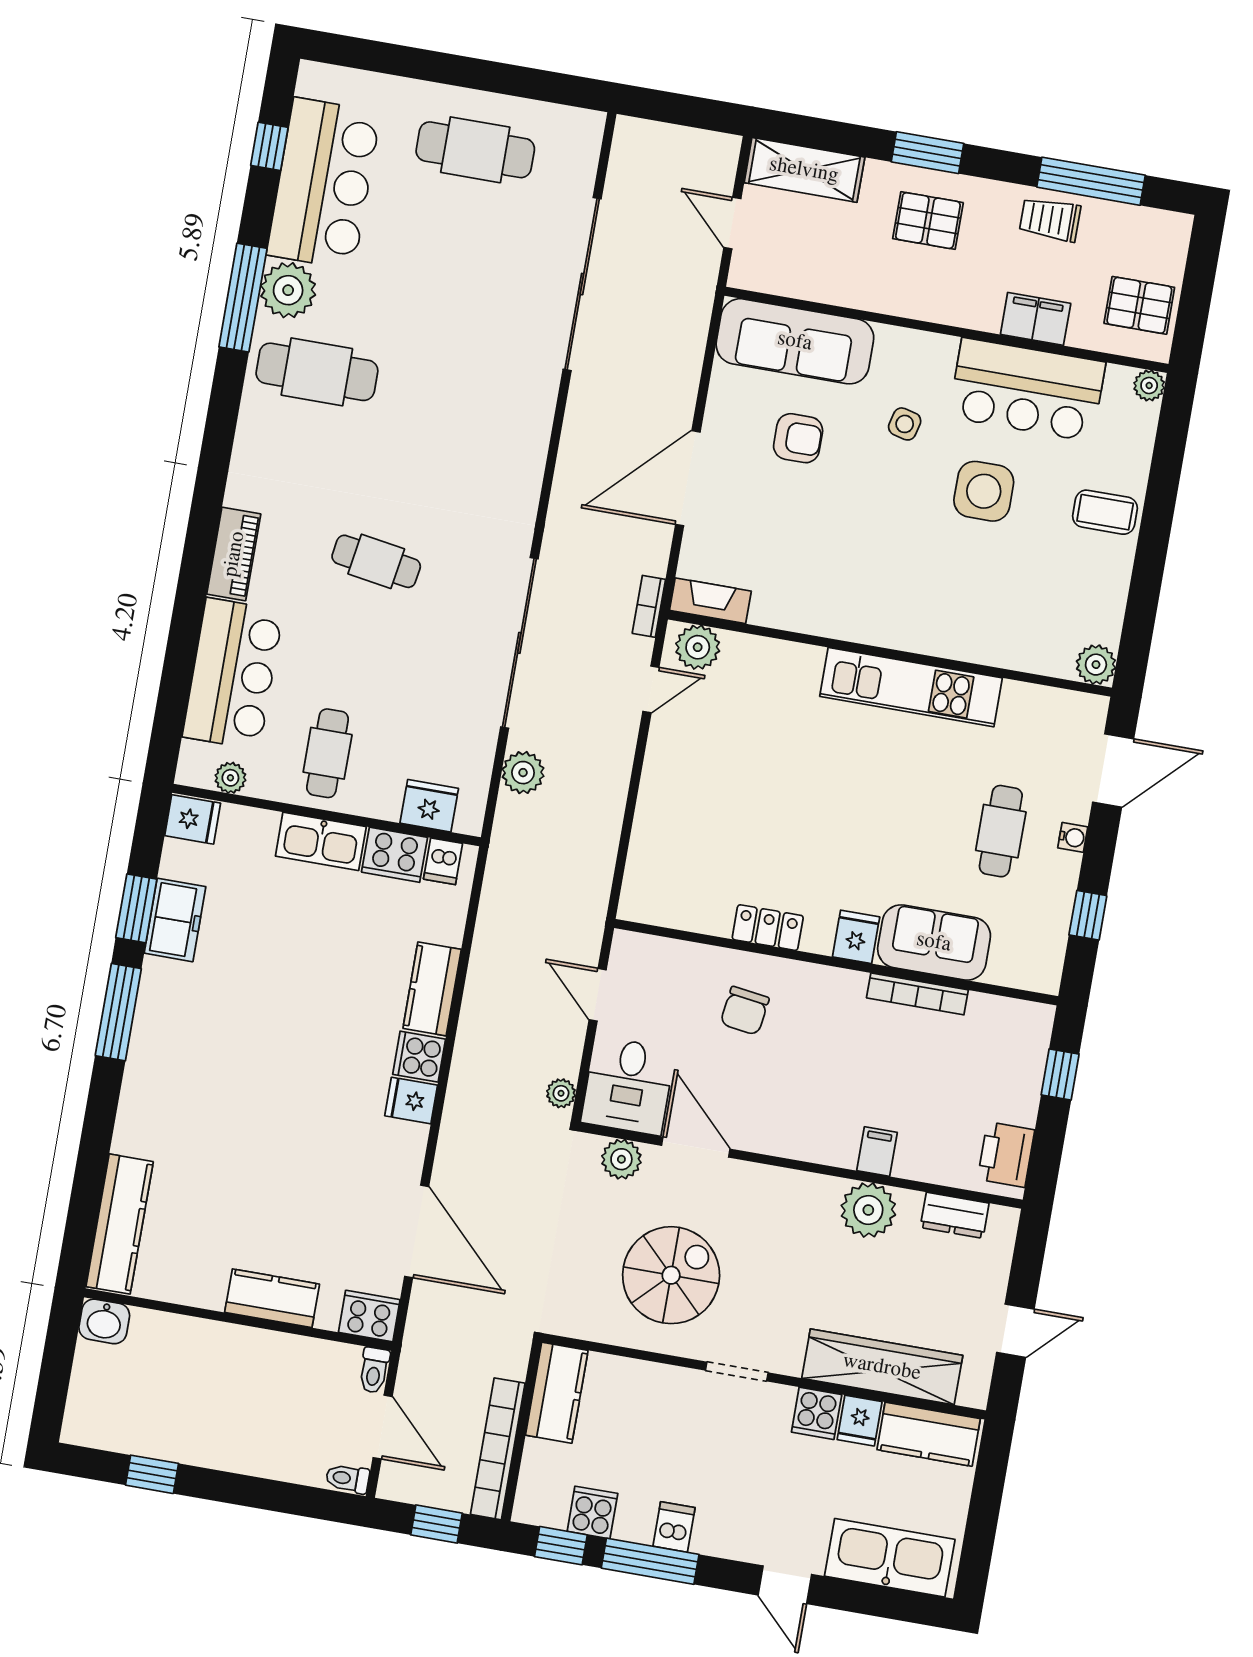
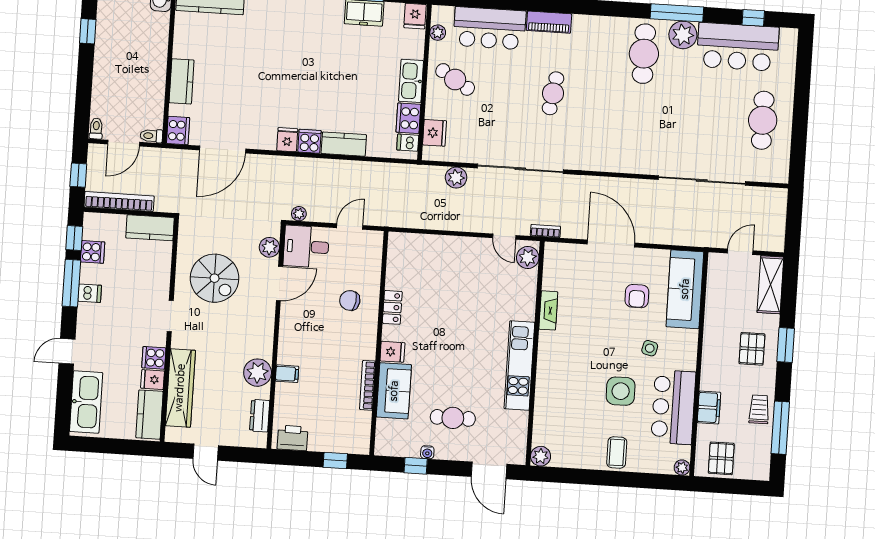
fireplace: (710, 601) -> (548, 310), moved
cafe table: (328, 753) -> (455, 79), turned 32
water cooler: (1073, 837) -> (427, 452), moved

